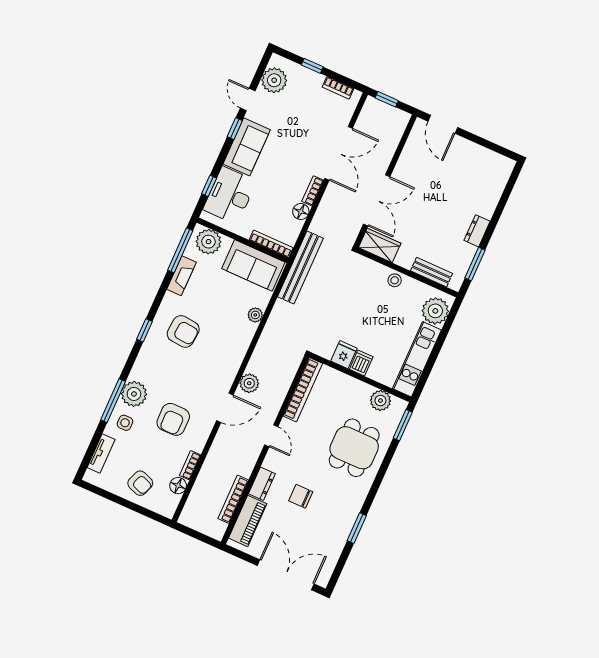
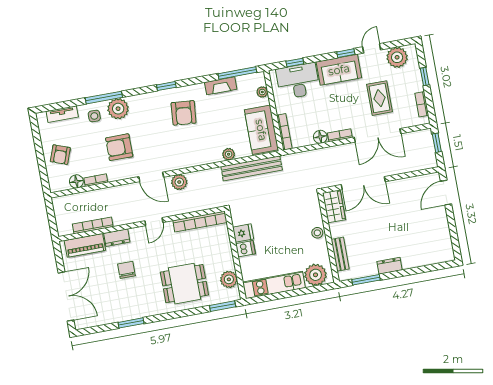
rug: (303, 126) -> (379, 98), added
plant: (209, 242) -> (262, 92), width x0.53, depth x0.53
bench: (300, 267) -> (252, 168), moved

